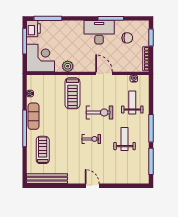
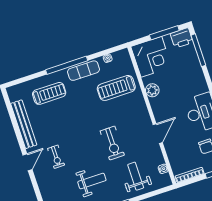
treadmill: (72, 93) -> (116, 88), moved
weight bench: (132, 103) -> (136, 176), turned -90
exercise bike: (91, 139) -> (56, 157), moved
bench: (47, 179) -> (24, 124), moved

